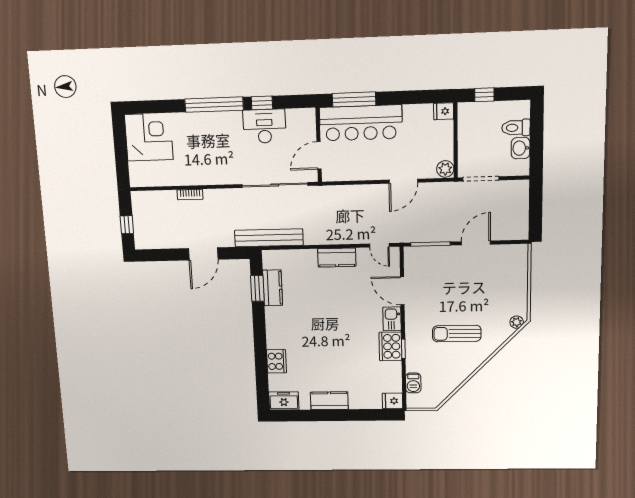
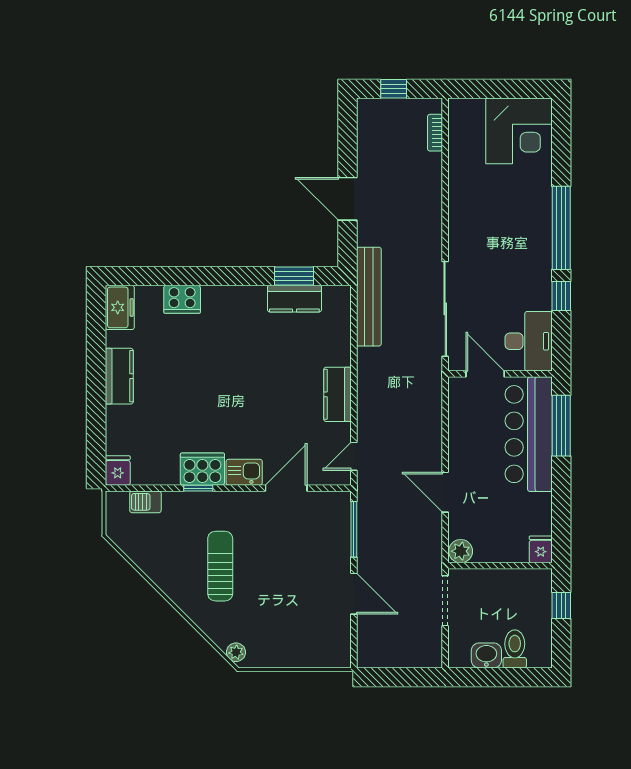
desk: (264, 126) -> (529, 341), moved
bookcase: (190, 195) -> (435, 133), moved

